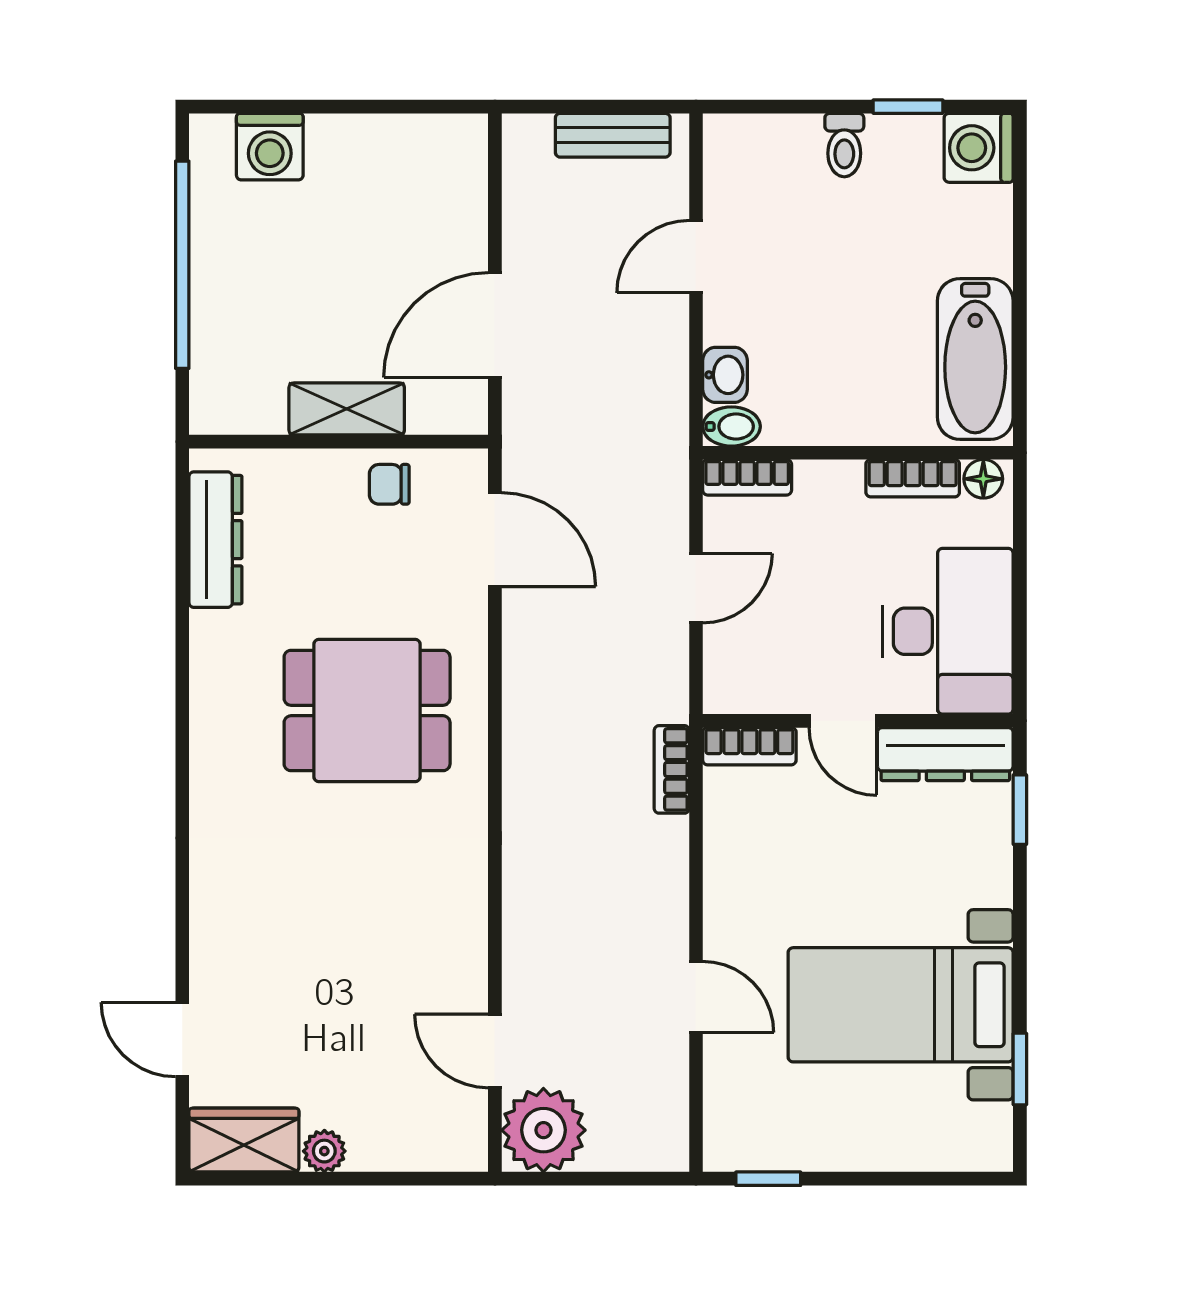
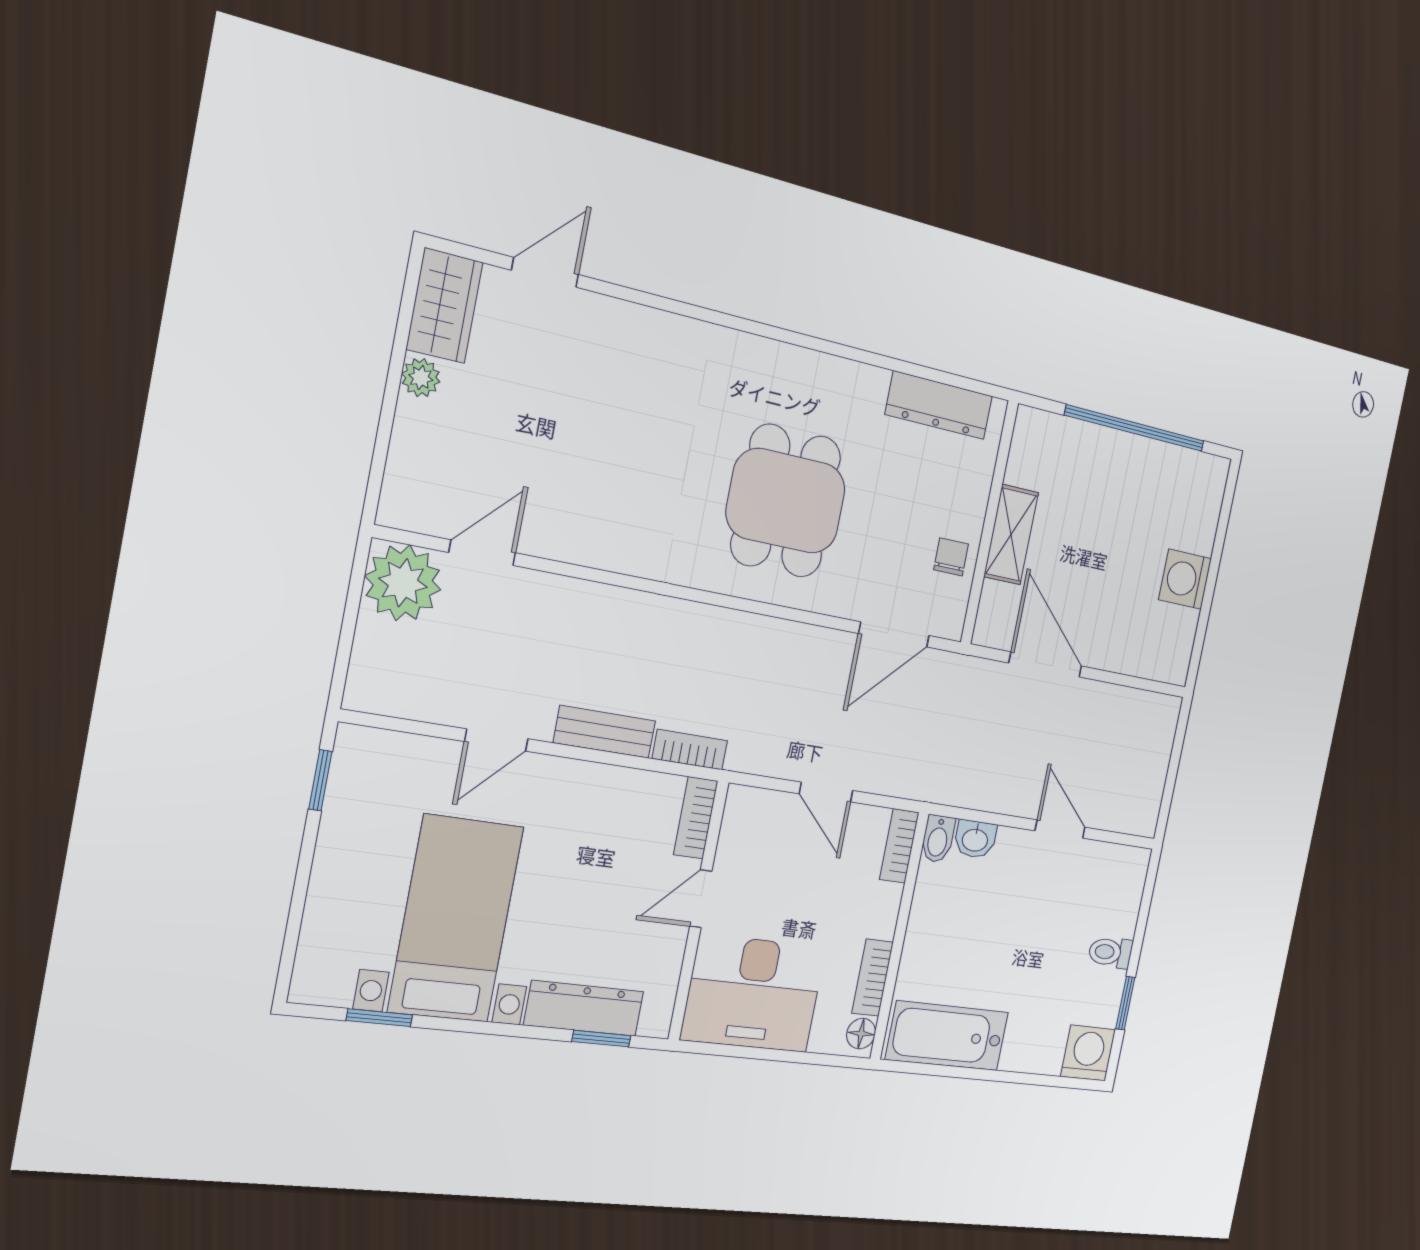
bench: (613, 135) -> (605, 732), moved, turned 90
washing machine: (270, 147) -> (1185, 579), moved
dresser: (945, 754) -> (584, 1008), moved, turned 90

